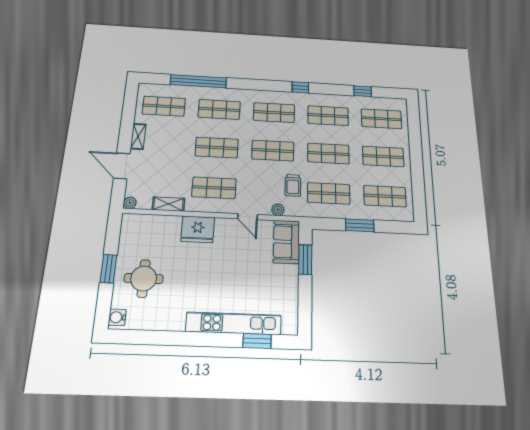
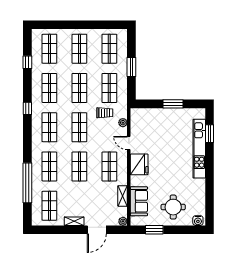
door: (247, 217) -> (129, 143), swing flipped
fridge: (198, 229) -> (139, 164), moved
sofa: (286, 242) -> (139, 201), moved, turned -90
window: (305, 259) -> (173, 104), moved
window: (108, 269) -> (154, 230), moved

